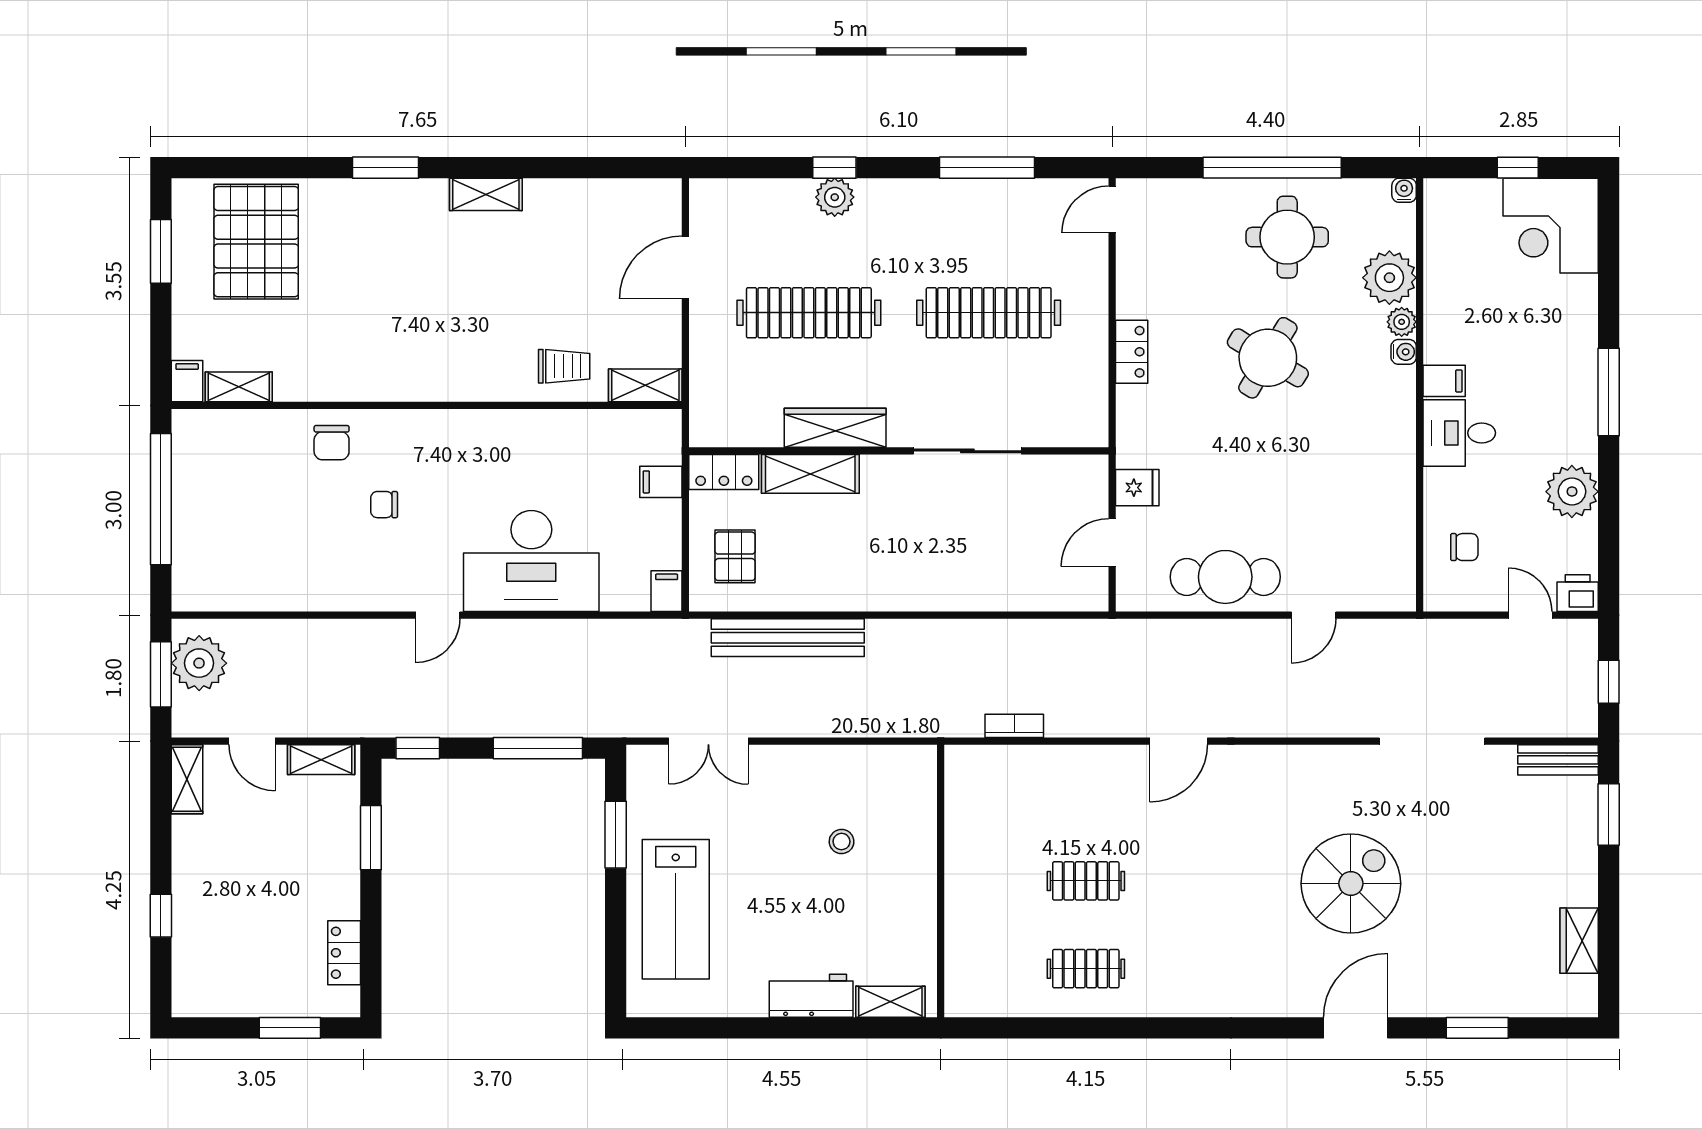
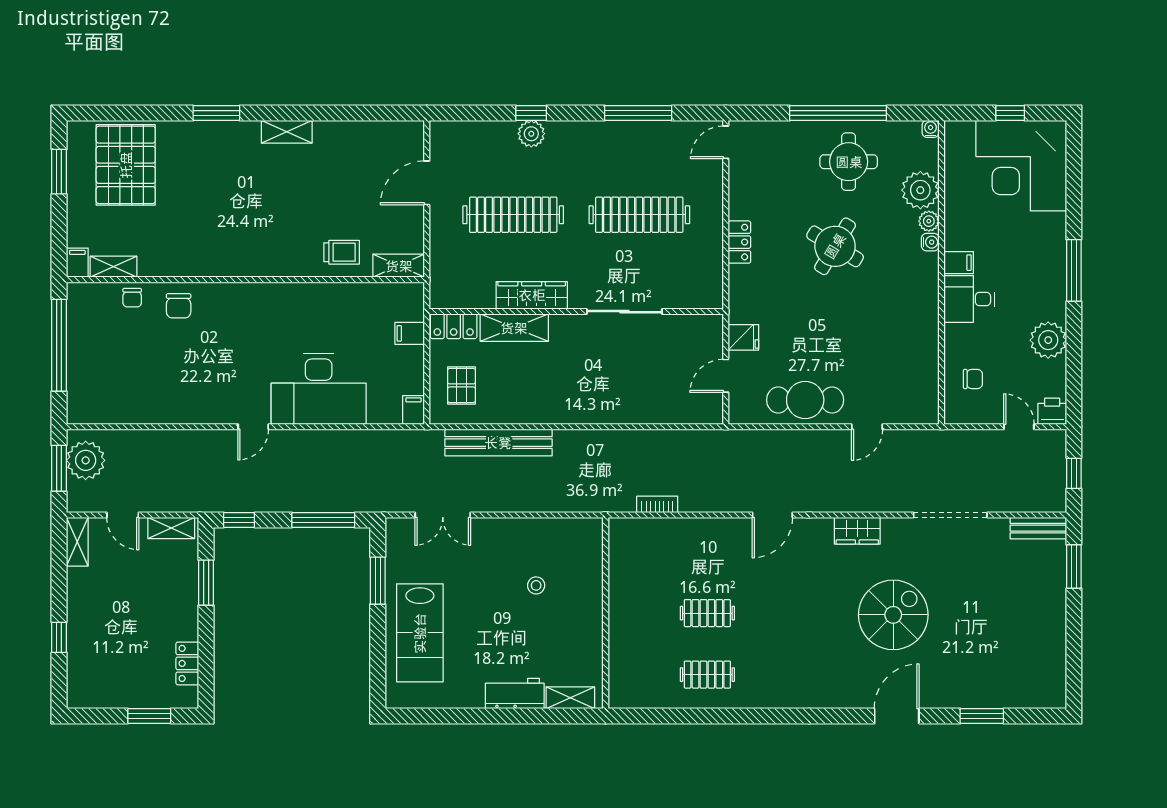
corner desk: (1551, 226) -> (1021, 166), width x1.36, depth x1.36
chair: (384, 505) -> (132, 298), moved, turned -90
wardrobe: (1579, 941) -> (857, 531), moved, turned -90

